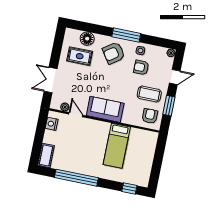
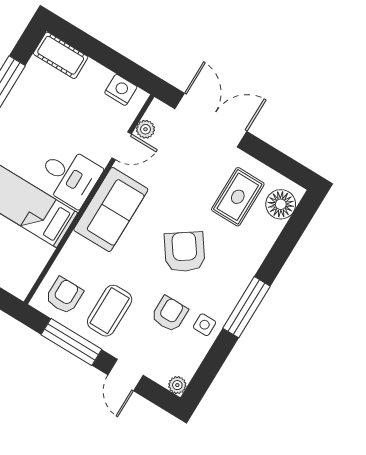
floor lamp: (87, 39) -> (281, 204), moved
armchair: (114, 53) -> (185, 252), moved
double door: (51, 80) -> (211, 120), width x1.37
window: (169, 106) -> (71, 342), width x1.44
armchair: (150, 116) -> (64, 295), turned -90
desk: (97, 133) -> (69, 176), added

